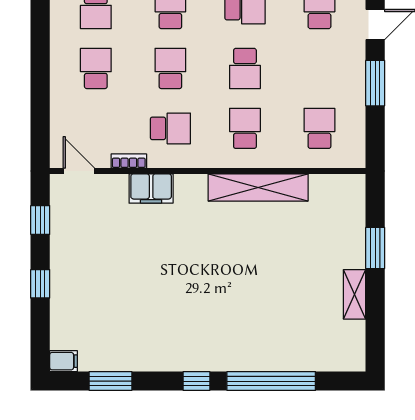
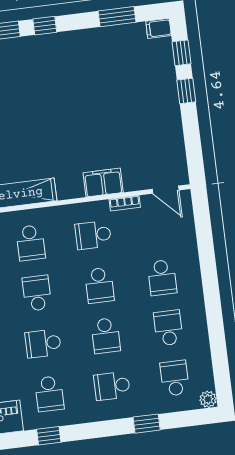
window: (40, 220) -> (182, 53), moved

